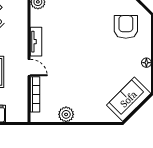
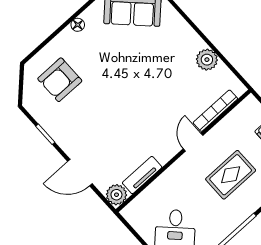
tv unit: (36, 42) -> (142, 175), moved

